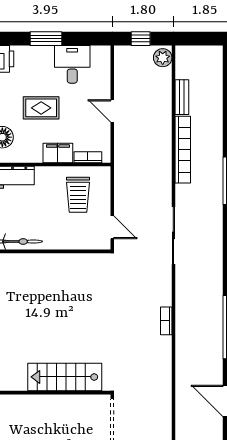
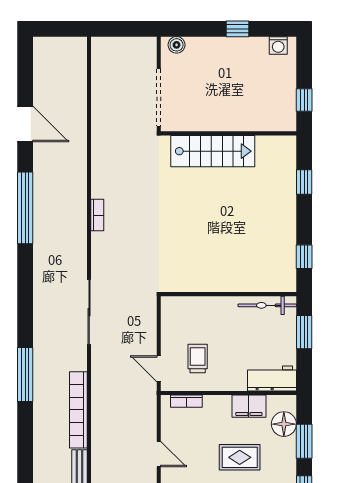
filing cabinet: (58, 153) -> (249, 406), moved
trolley: (78, 195) -> (198, 359), width x0.73, depth x0.72
door: (112, 227) -> (159, 369), moved

